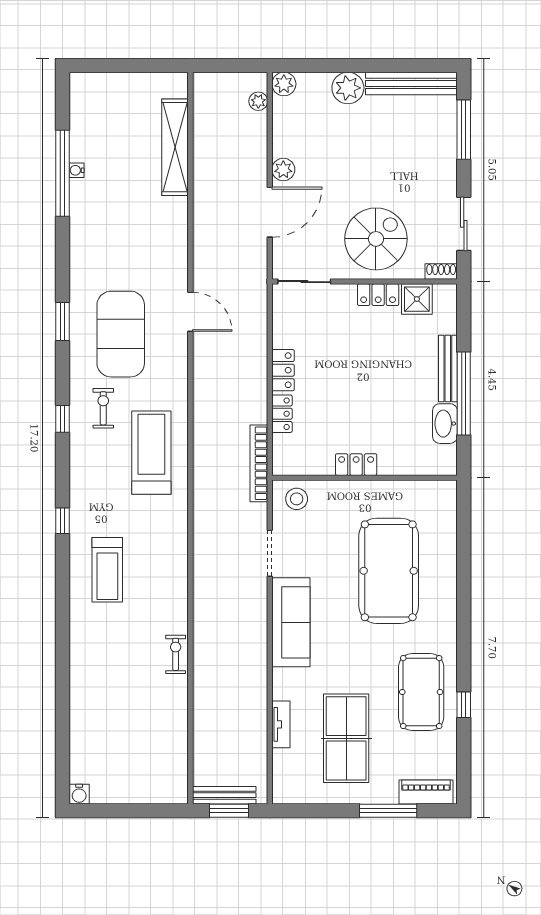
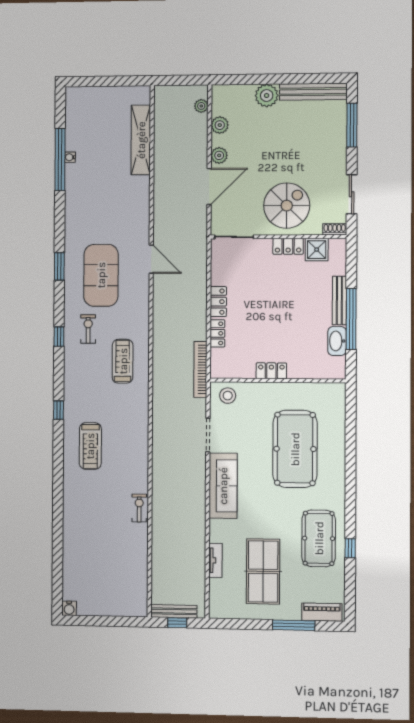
plant: (284, 84) -> (220, 125), moved
treadmill: (151, 453) -> (123, 361), width x0.73, depth x0.73
window: (229, 811) -> (177, 623), width x0.67

